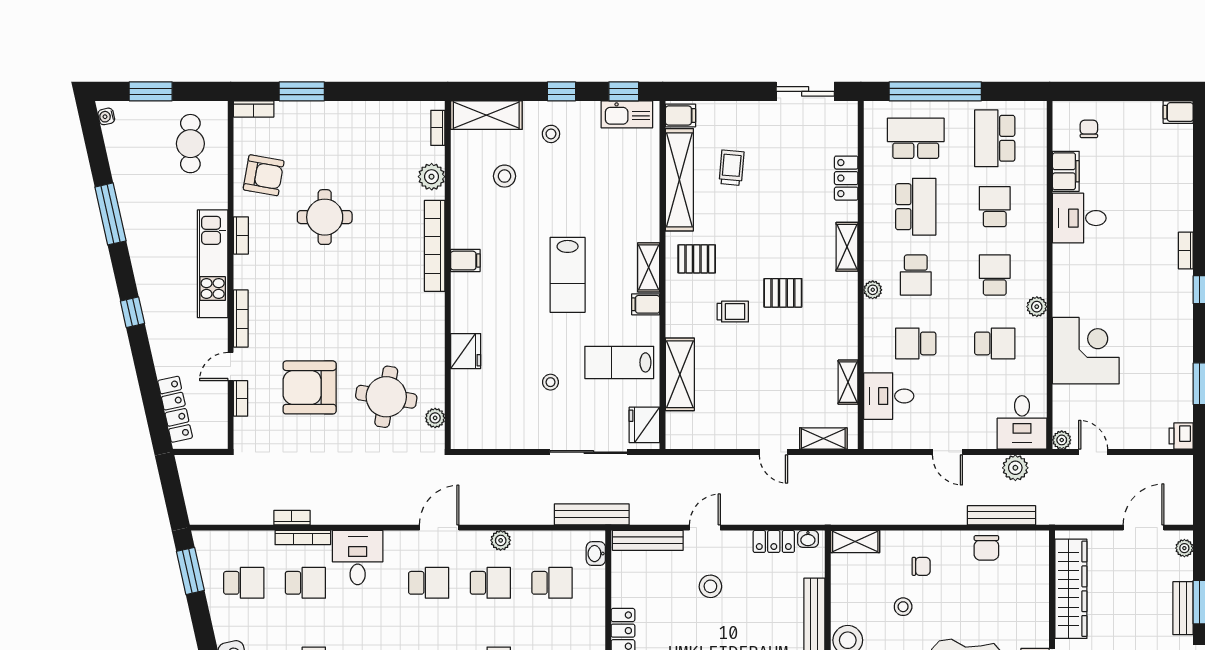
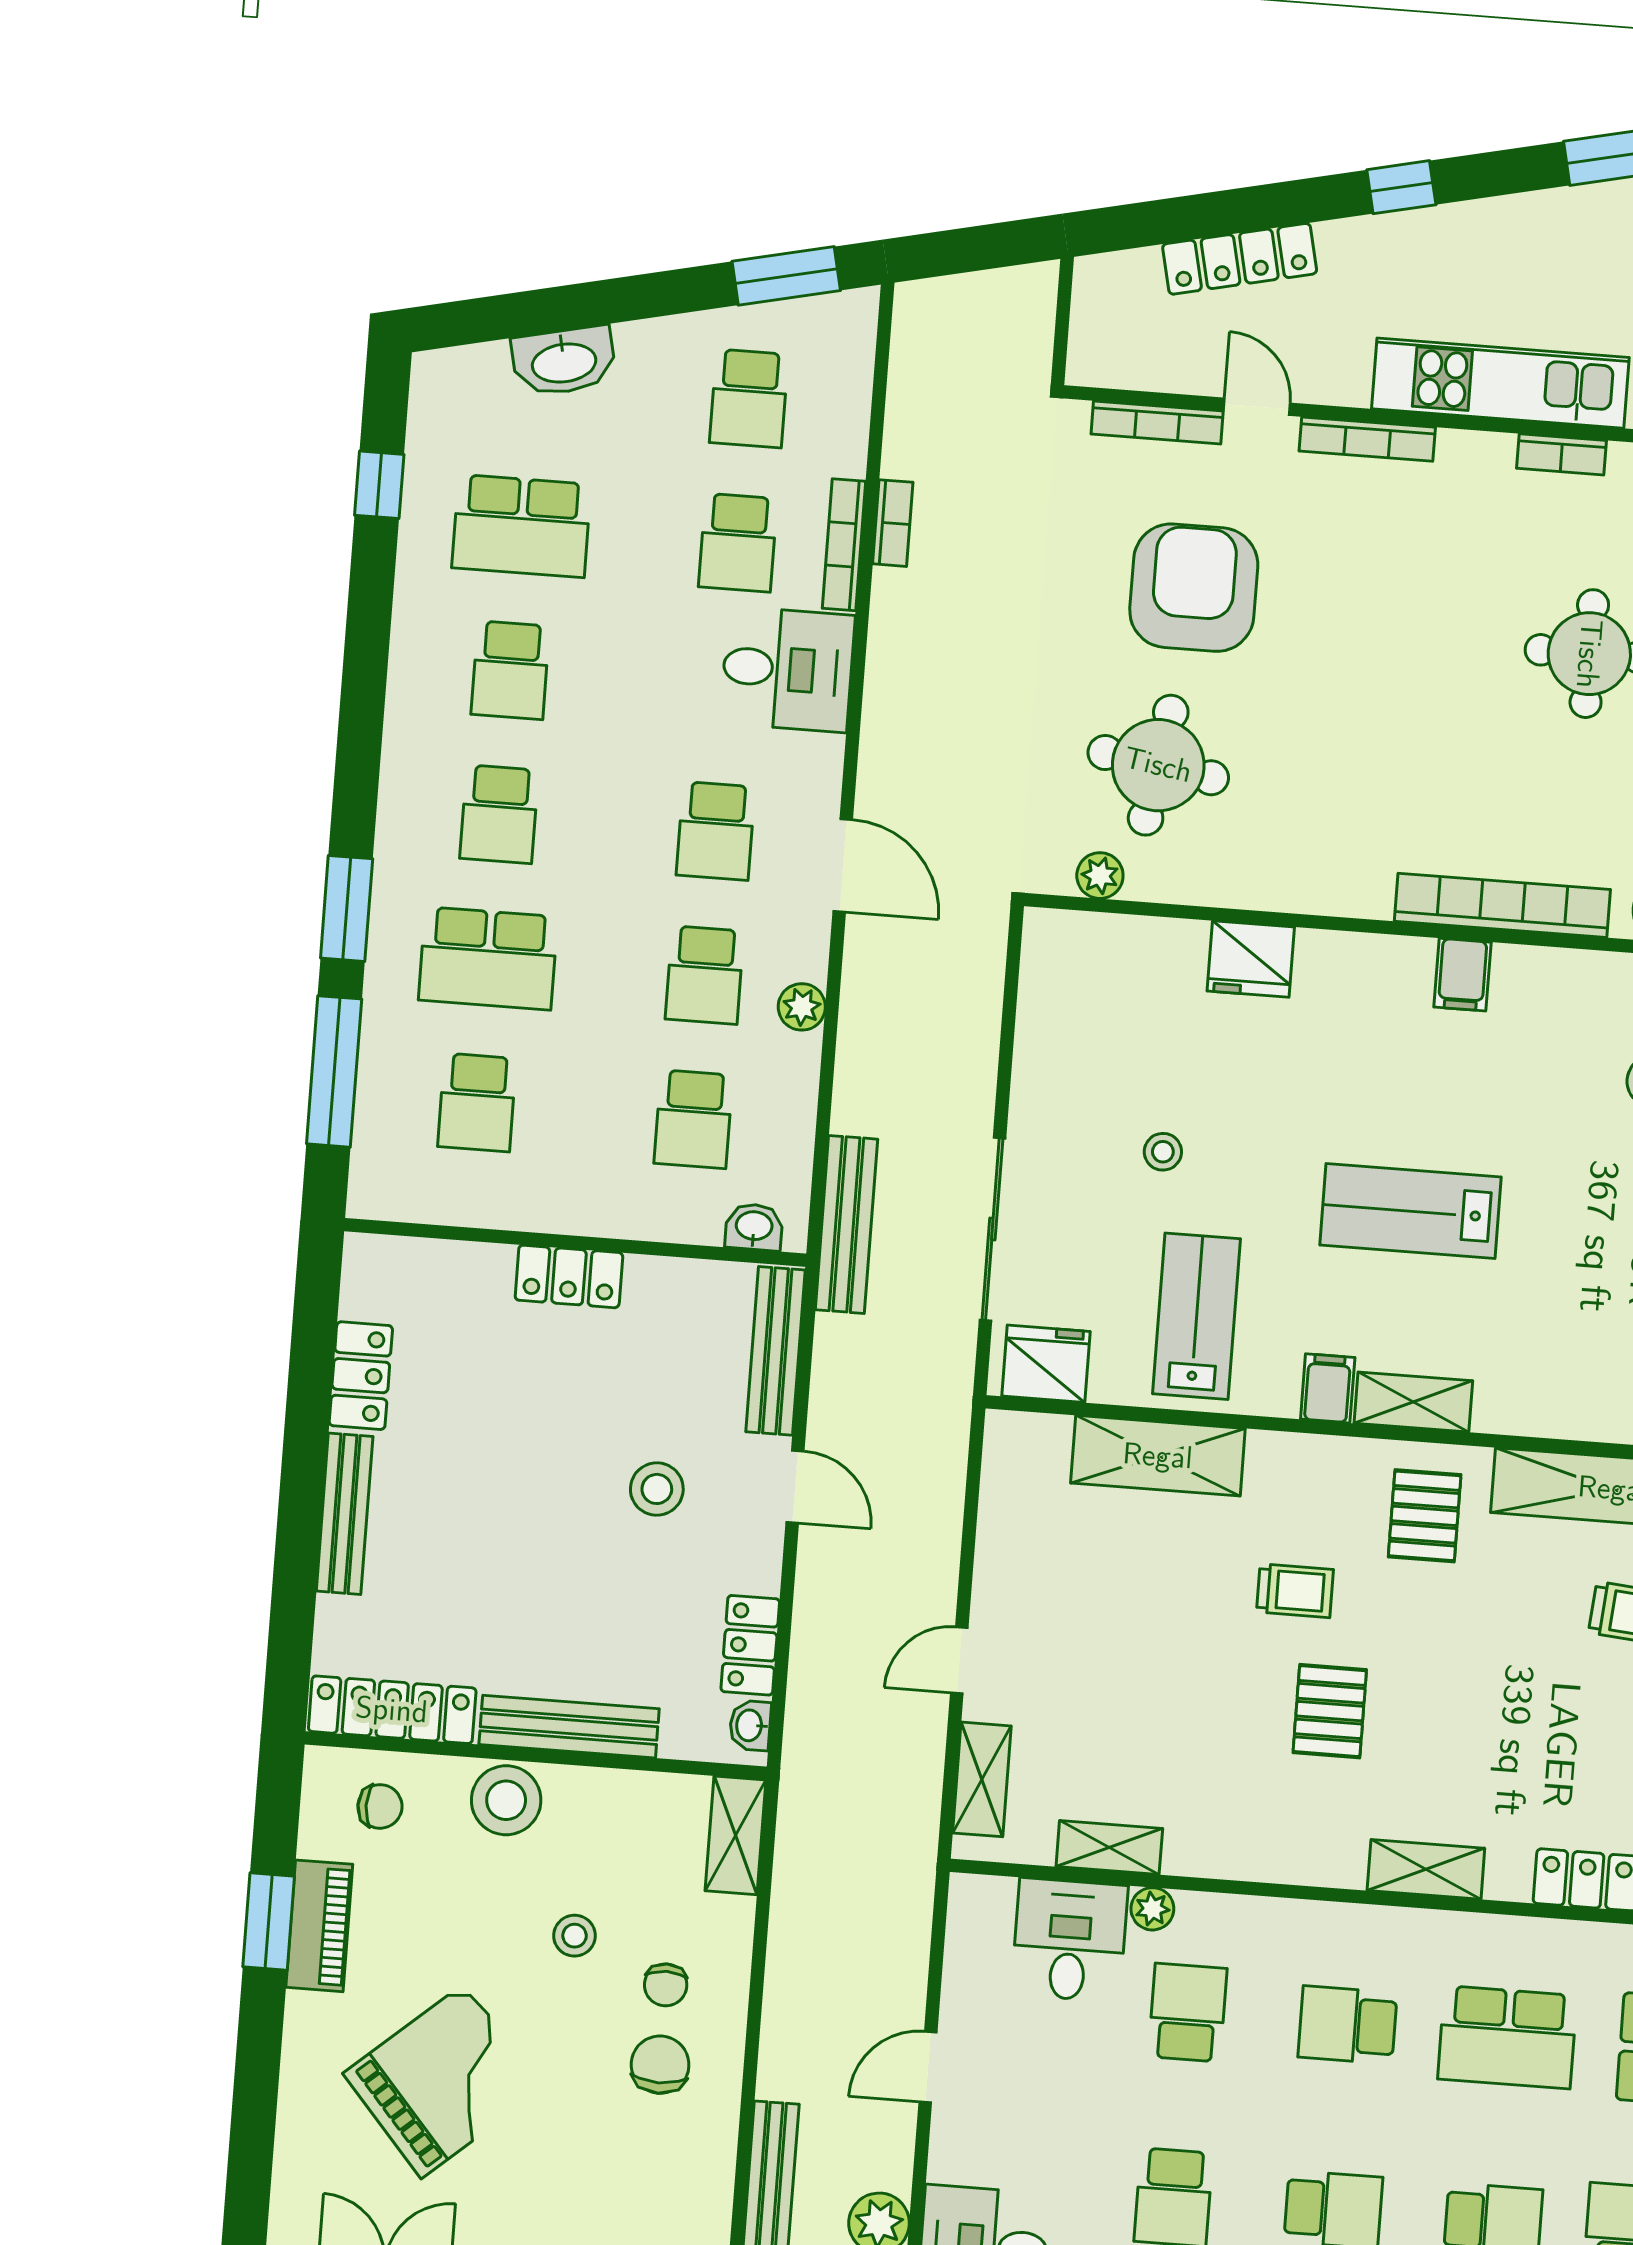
plant: (873, 290) -> (1152, 1909), moved
trolley: (733, 312) -> (1295, 1591), turned -90
bookcase: (241, 398) -> (1157, 422), width x1.56
locker: (175, 409) -> (1240, 259), moved
chair: (986, 548) -> (660, 2065), moved, turned 90

